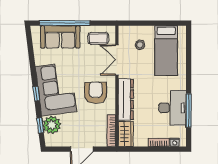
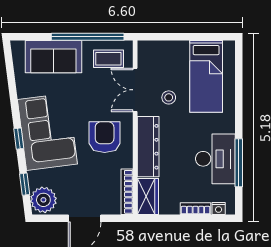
window: (65, 23) -> (88, 37), moved
stool: (140, 45) -> (169, 97), moved
plant: (52, 125) -> (43, 200), moved

